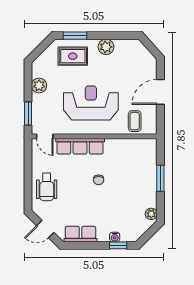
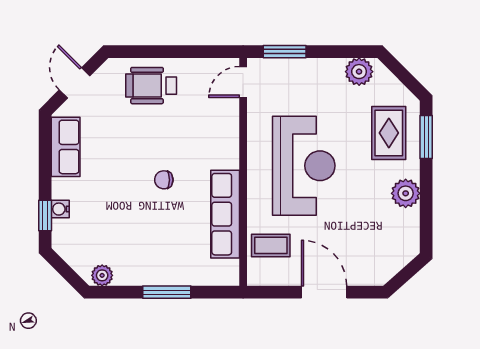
plant: (39, 85) -> (359, 72), moved
row of seats: (80, 146) -> (225, 214), moved

